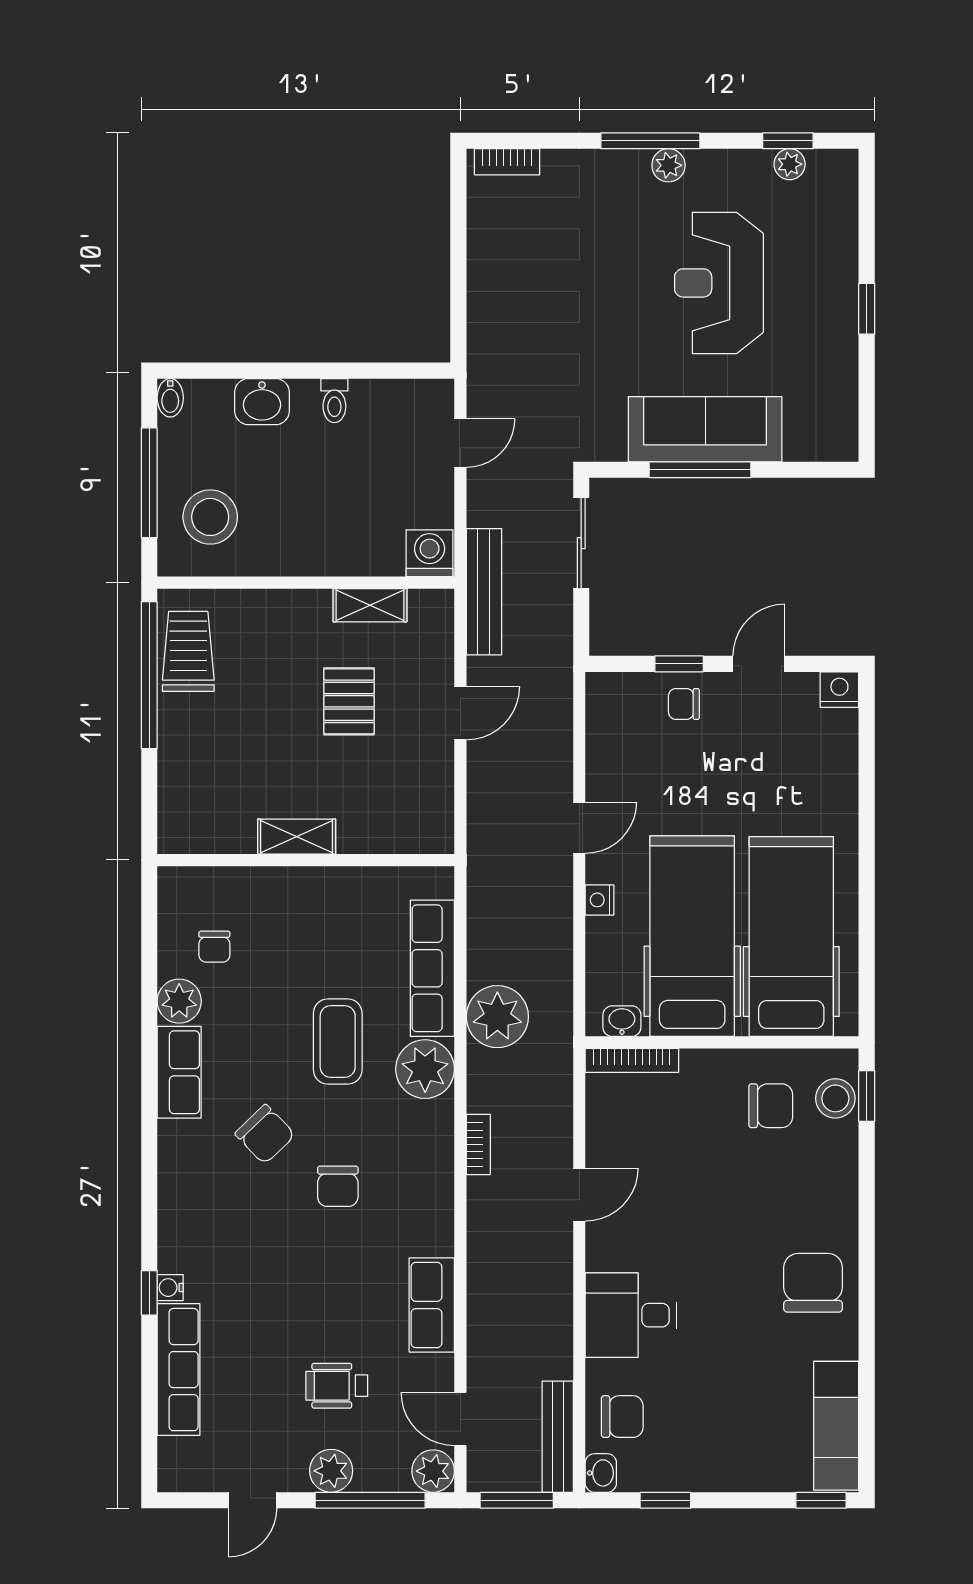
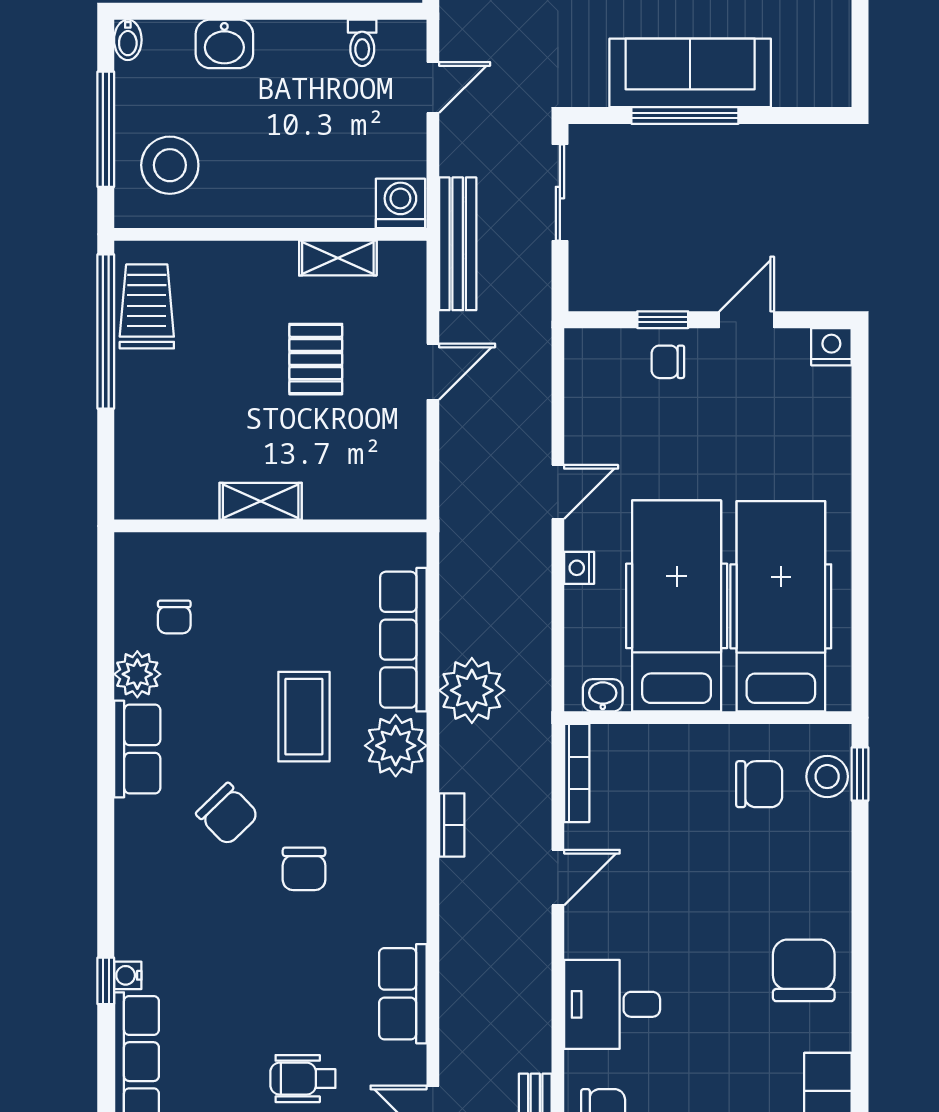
toilet: (334, 401) -> (362, 43), moved
bookcase: (632, 1060) -> (577, 773), moved, turned -90

